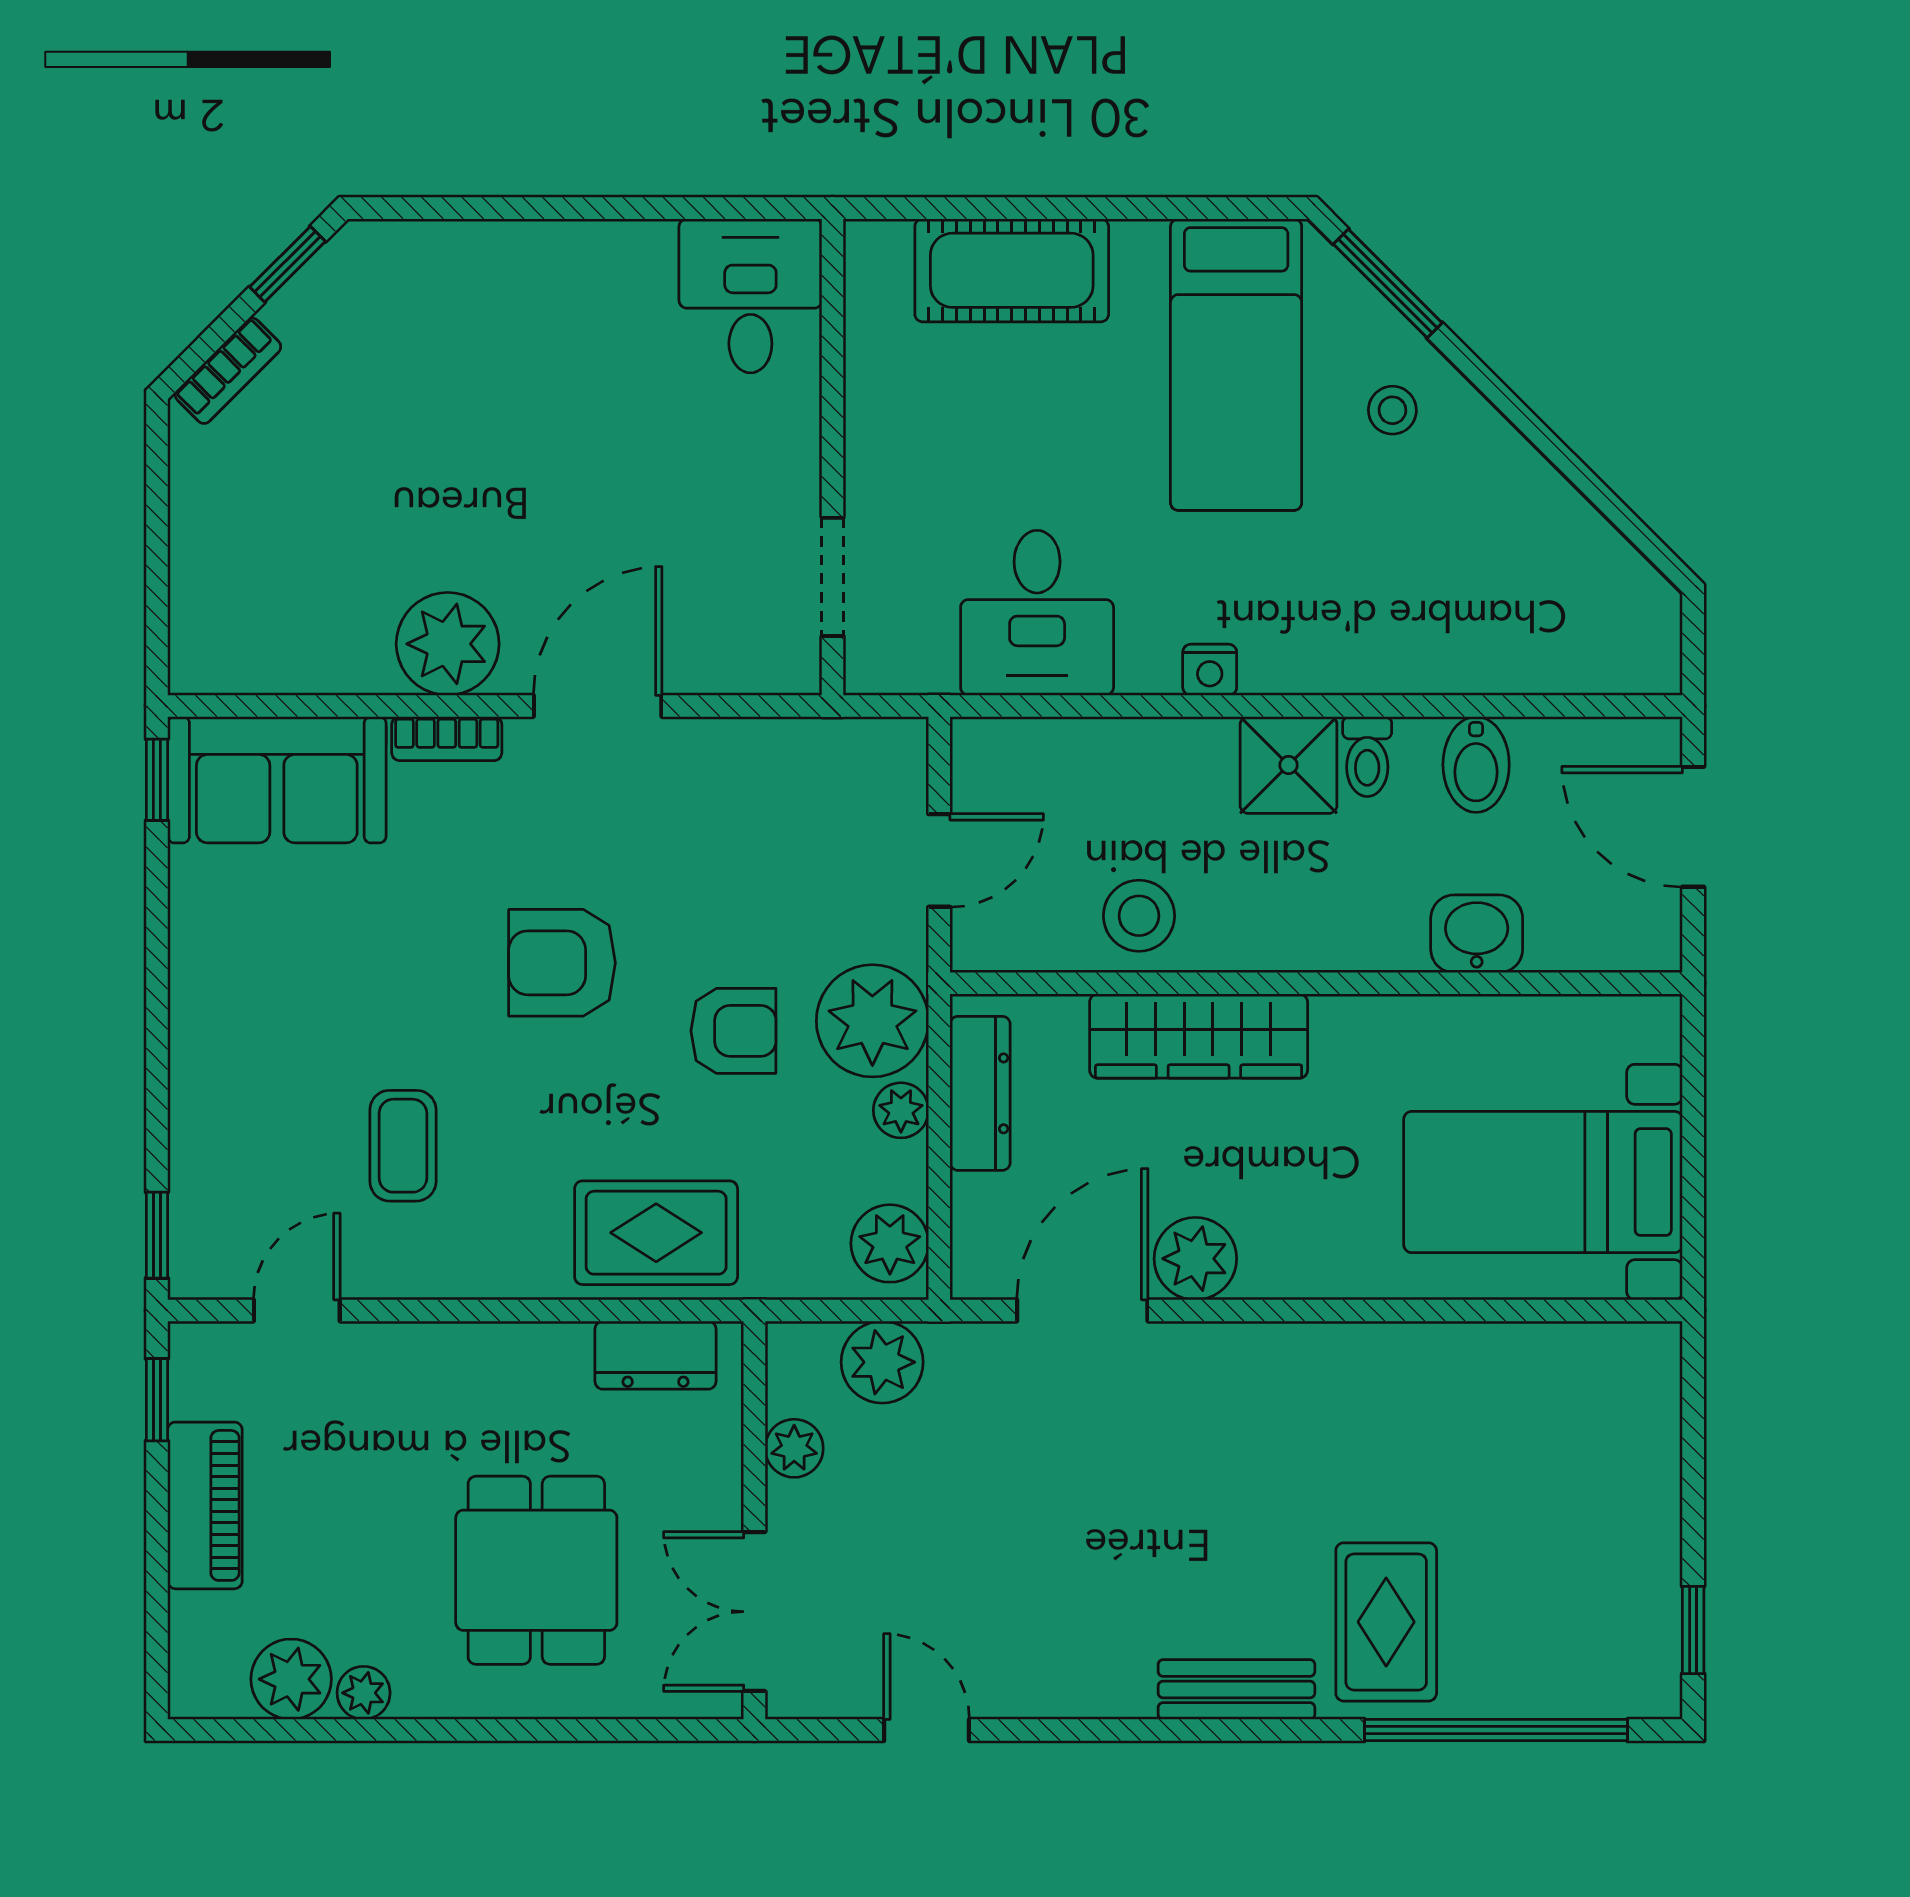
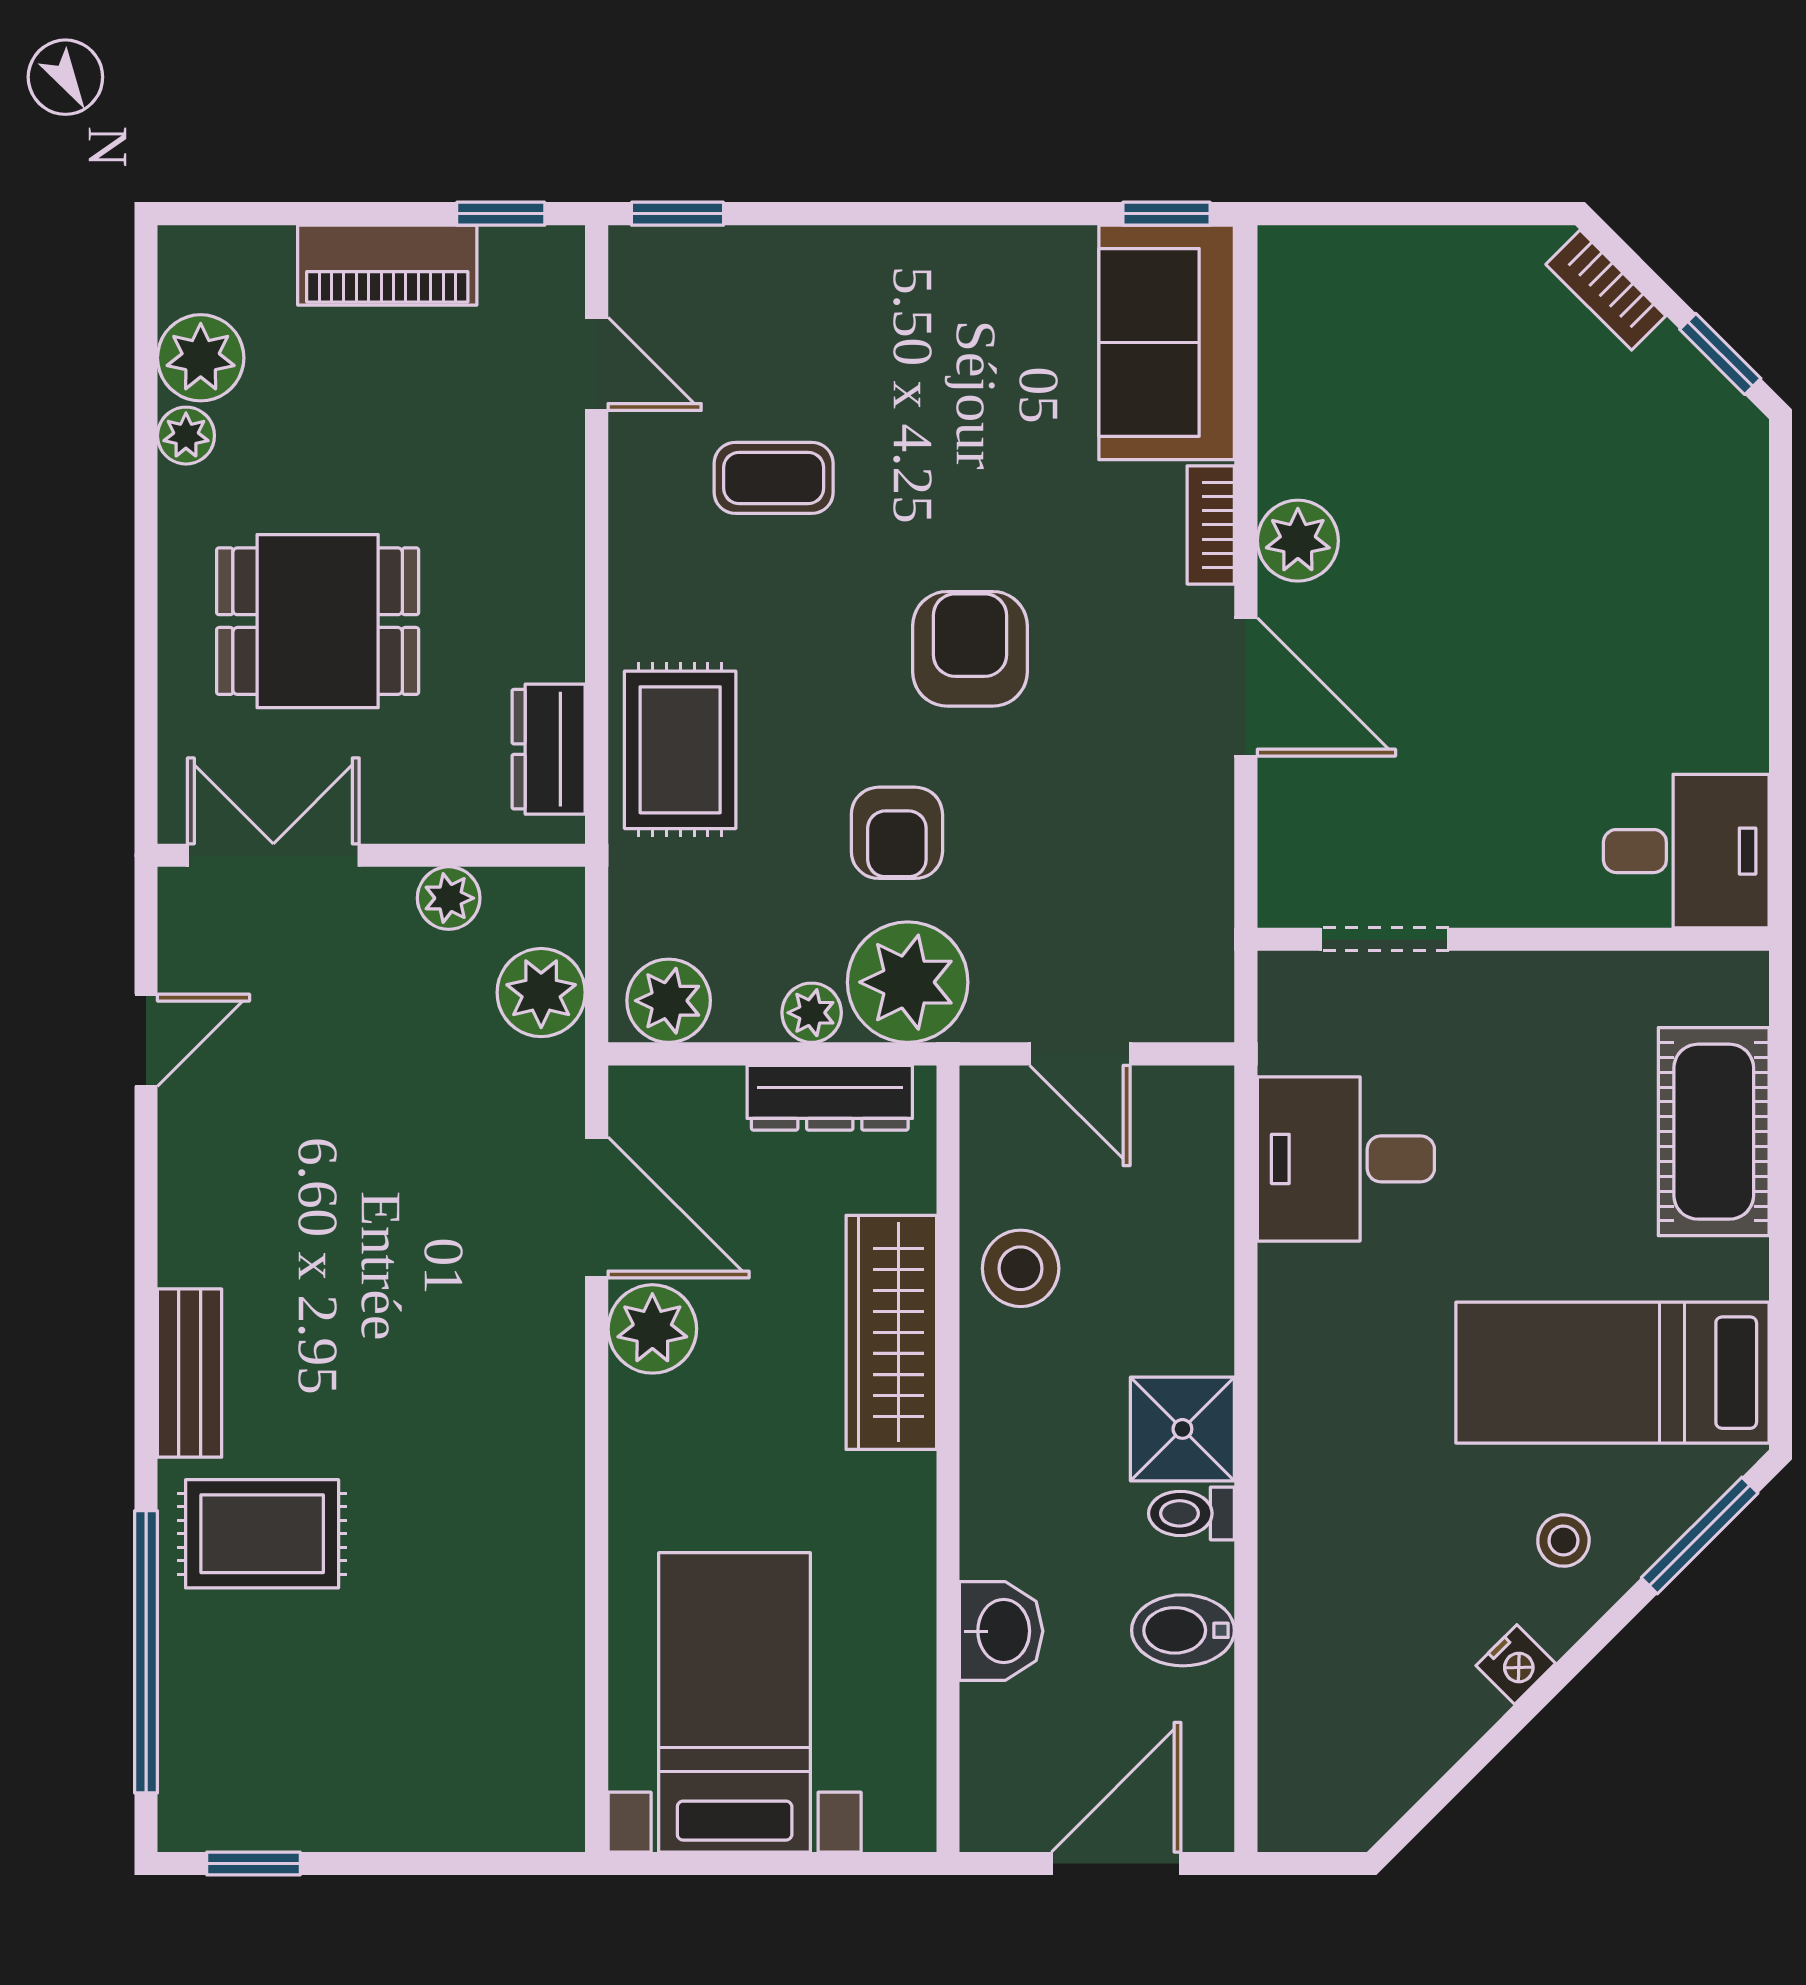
plant: (448, 644) -> (1298, 541), width x0.73, depth x0.73
nightstand: (1210, 670) -> (1516, 1664), moved, turned -135

